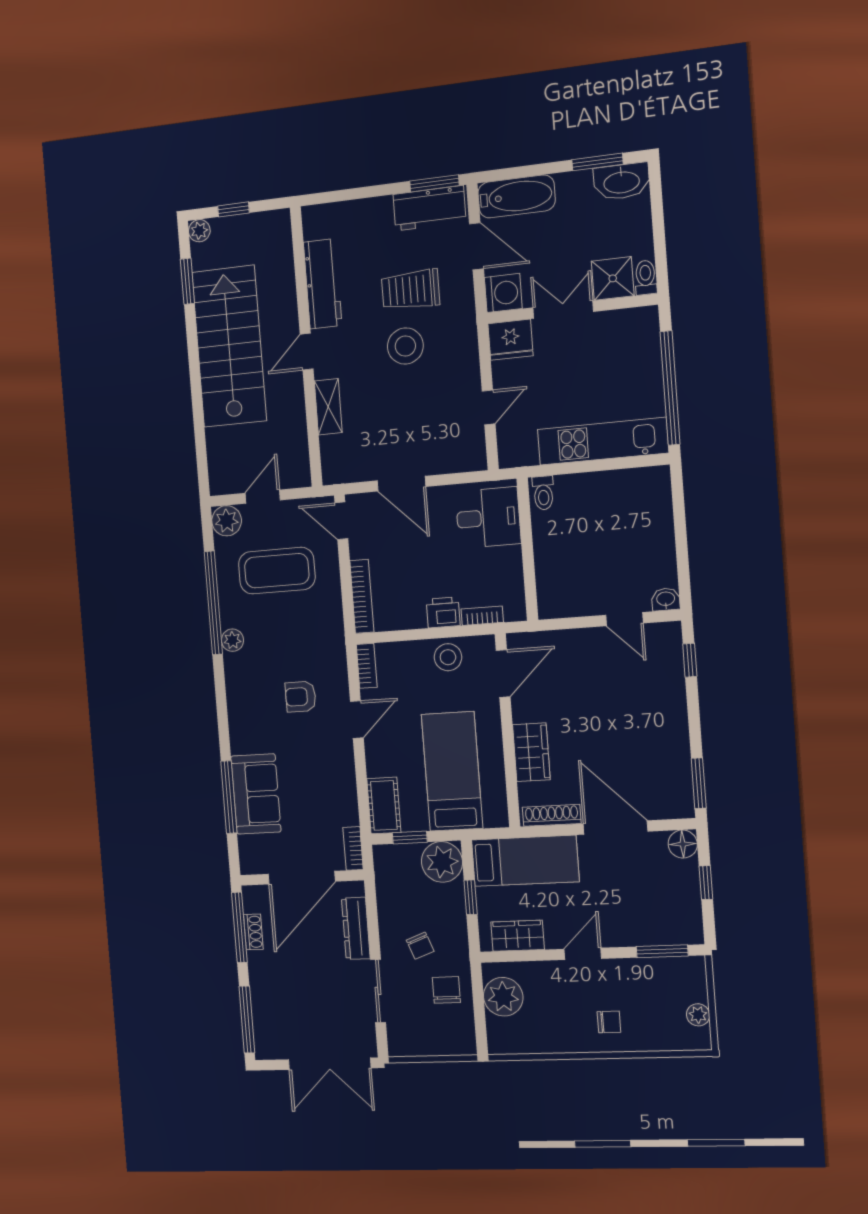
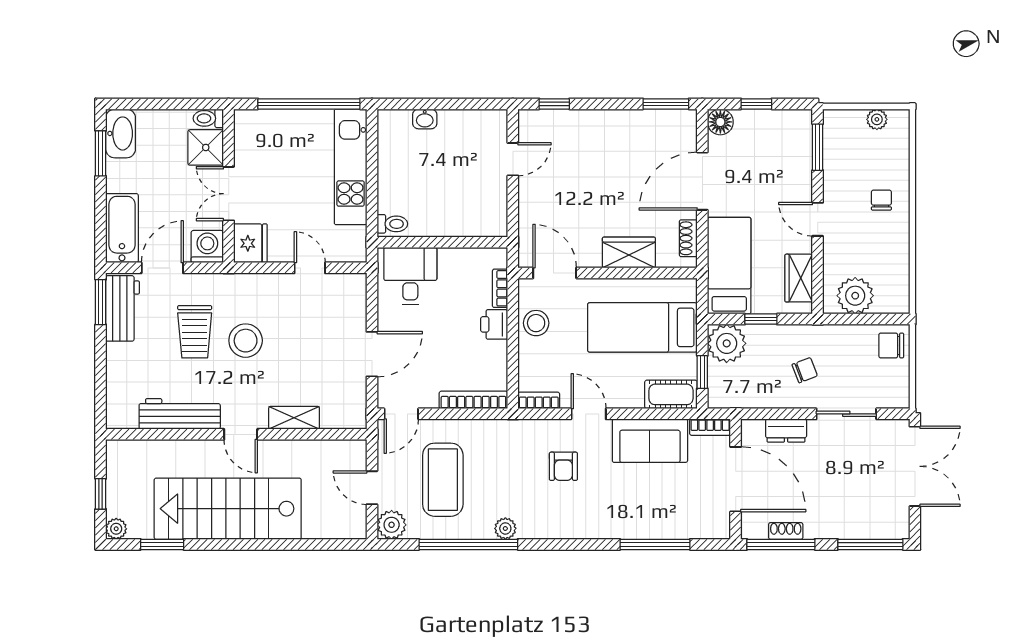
washbasin: (666, 599) -> (425, 119), moved, turned -90
sofa: (256, 794) -> (650, 441), moved, turned 180
shoe rack: (552, 815) -> (688, 238), width x0.70
dresser: (356, 928) -> (786, 430), width x0.70
chair: (446, 990) -> (891, 345), moved

